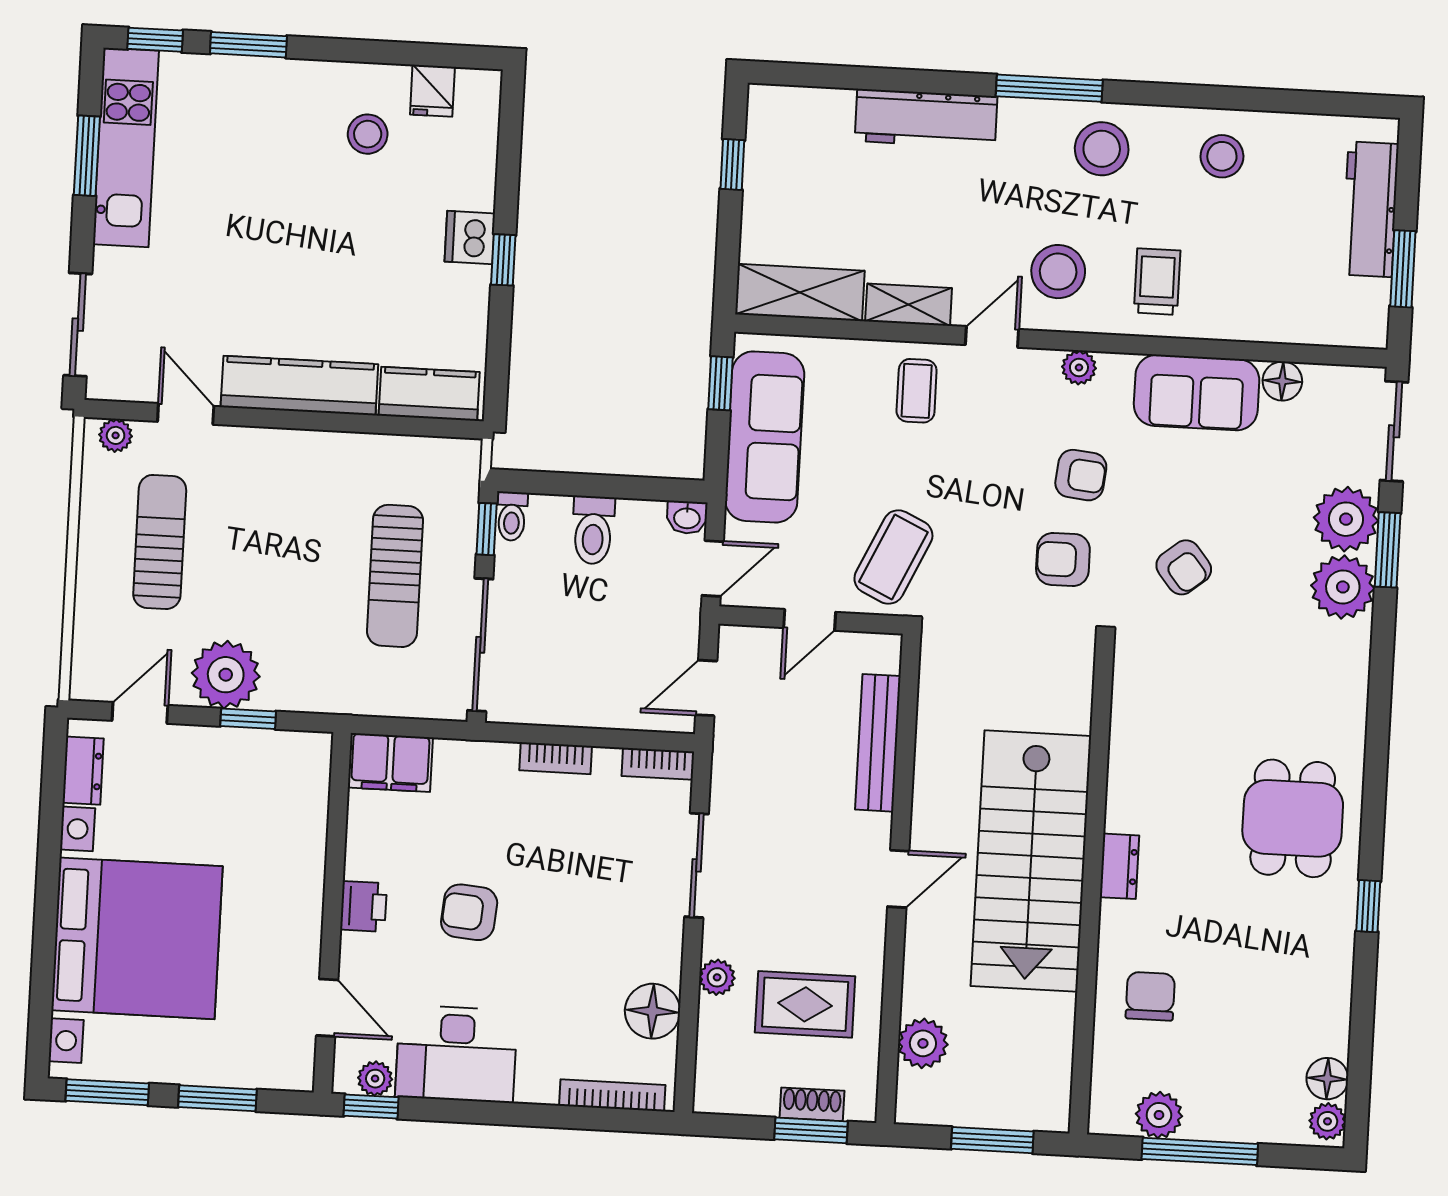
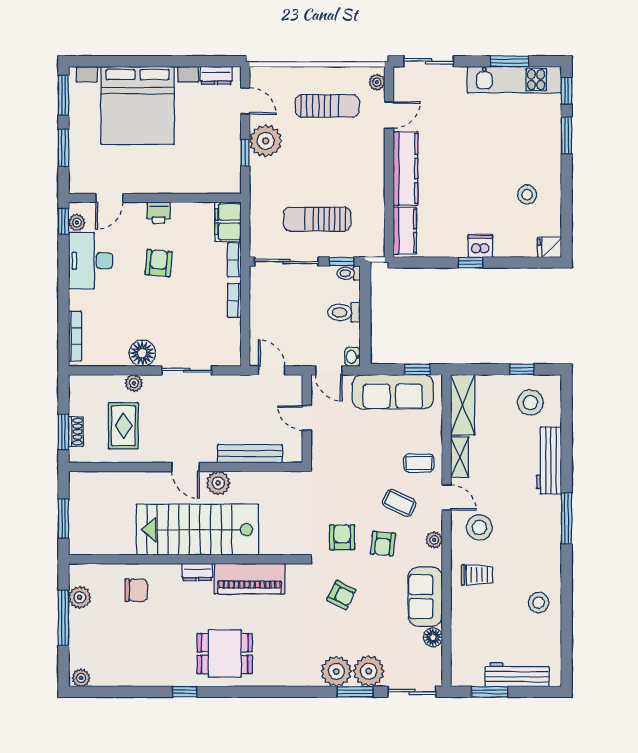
fridge: (432, 91) -> (549, 247), moved
stool: (1102, 149) -> (530, 402), moved
coffee table: (893, 557) -> (399, 503), moved, width x0.73, depth x0.77
armchair: (1184, 567) -> (342, 595), turned -115
piano: (1139, 758) -> (249, 579), added
bookcase: (658, 764) -> (234, 260), moved
floor lamp: (652, 1011) -> (142, 353), moved
plant: (923, 1043) -> (218, 483), moved
floor lamp: (1327, 1079) -> (101, 677), removed

